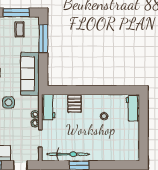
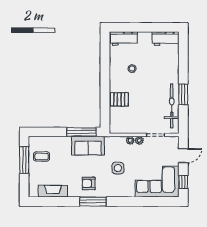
window: (43, 39) -> (81, 132), moved
sofa: (30, 74) -> (88, 146), width x0.73
workbench: (48, 107) -> (166, 39), moved, turned 180

